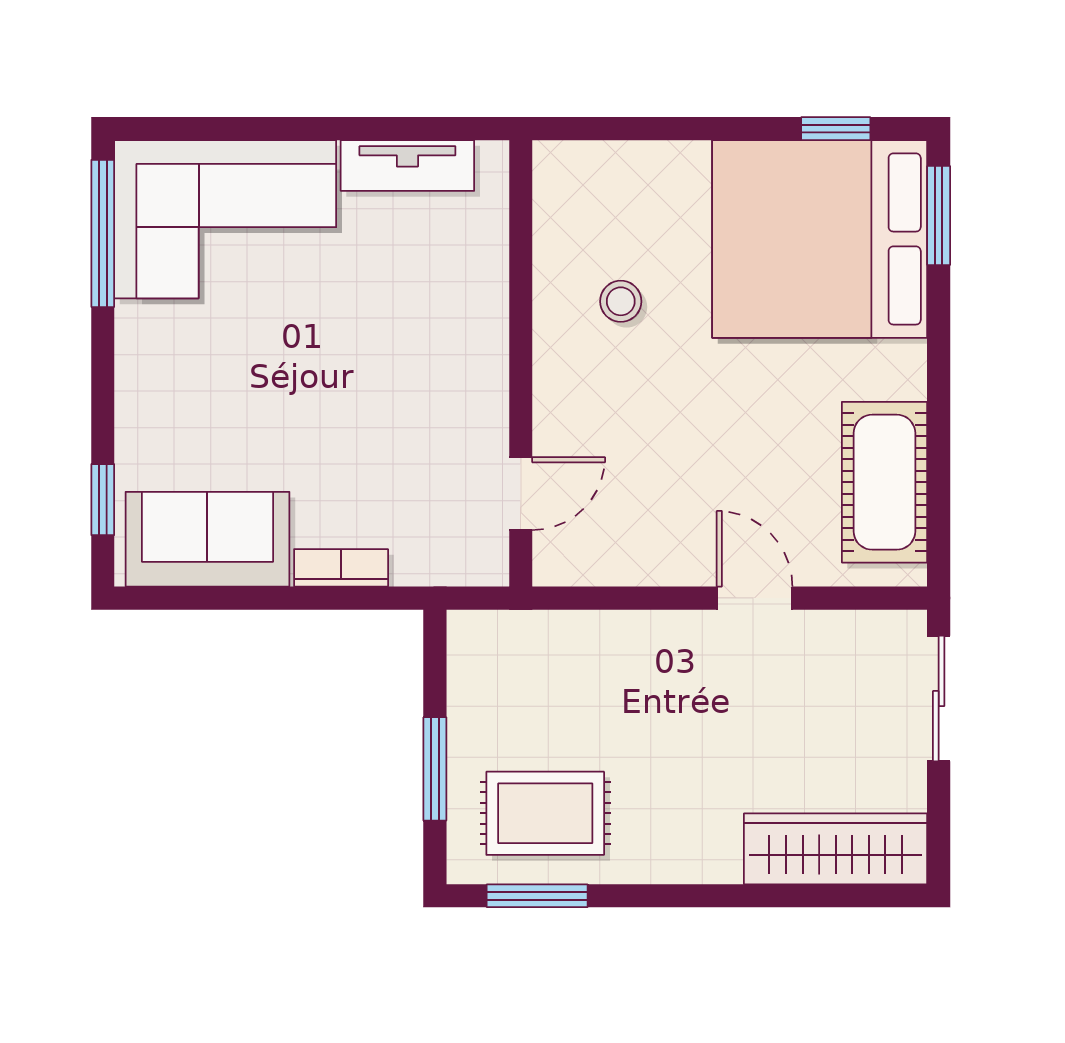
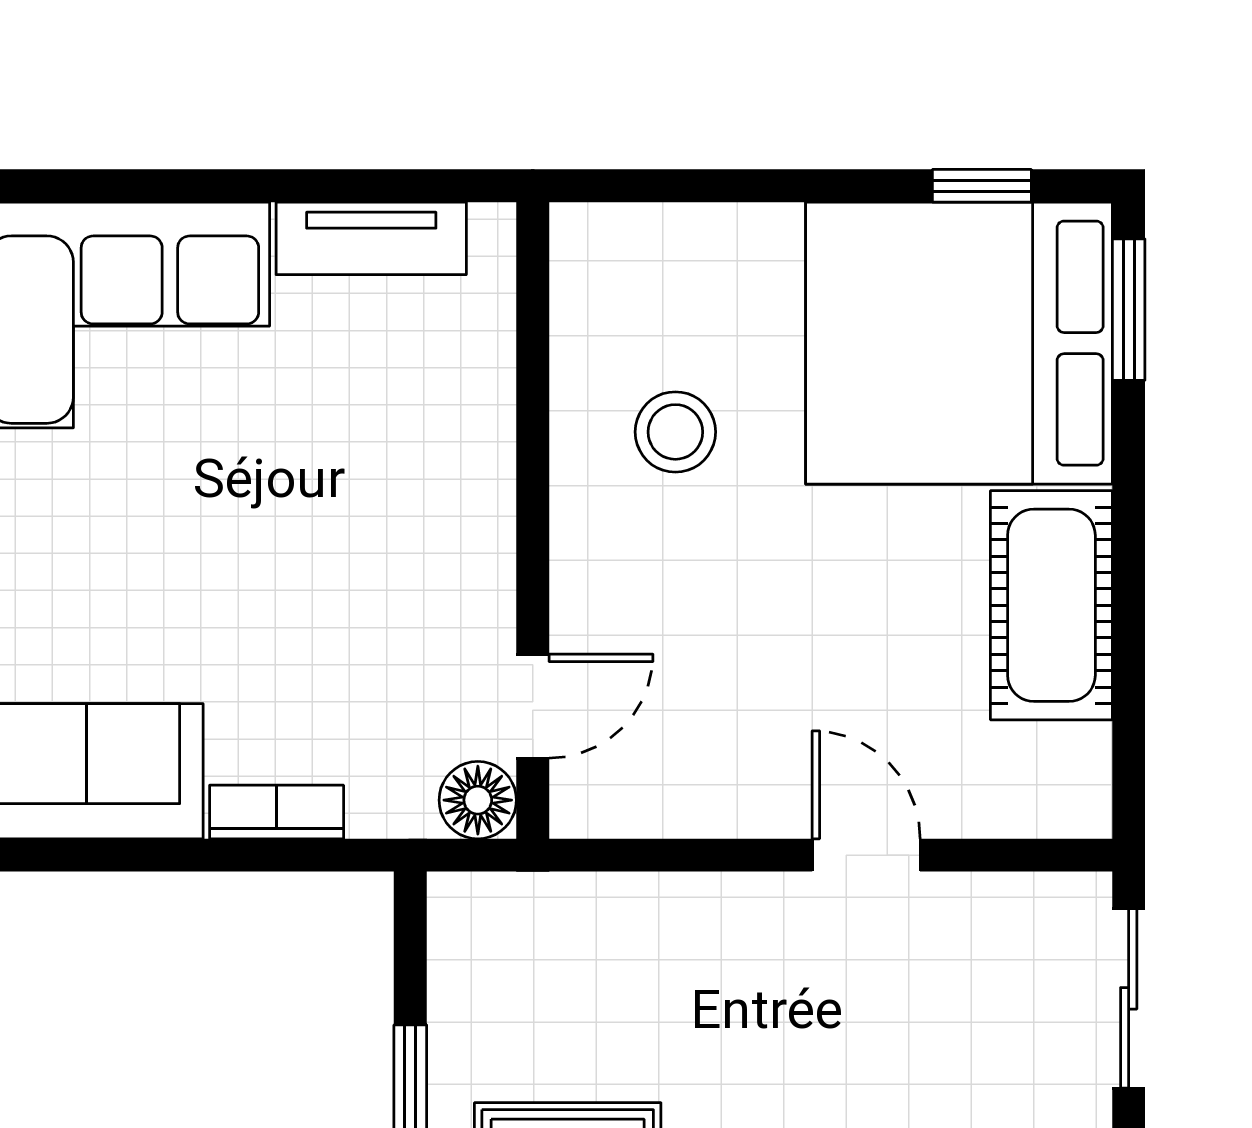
stool: (621, 301) -> (675, 432), width x1.37, depth x1.37
cot: (884, 482) -> (1051, 605), moved
floor lamp: (482, 559) -> (478, 800), added

